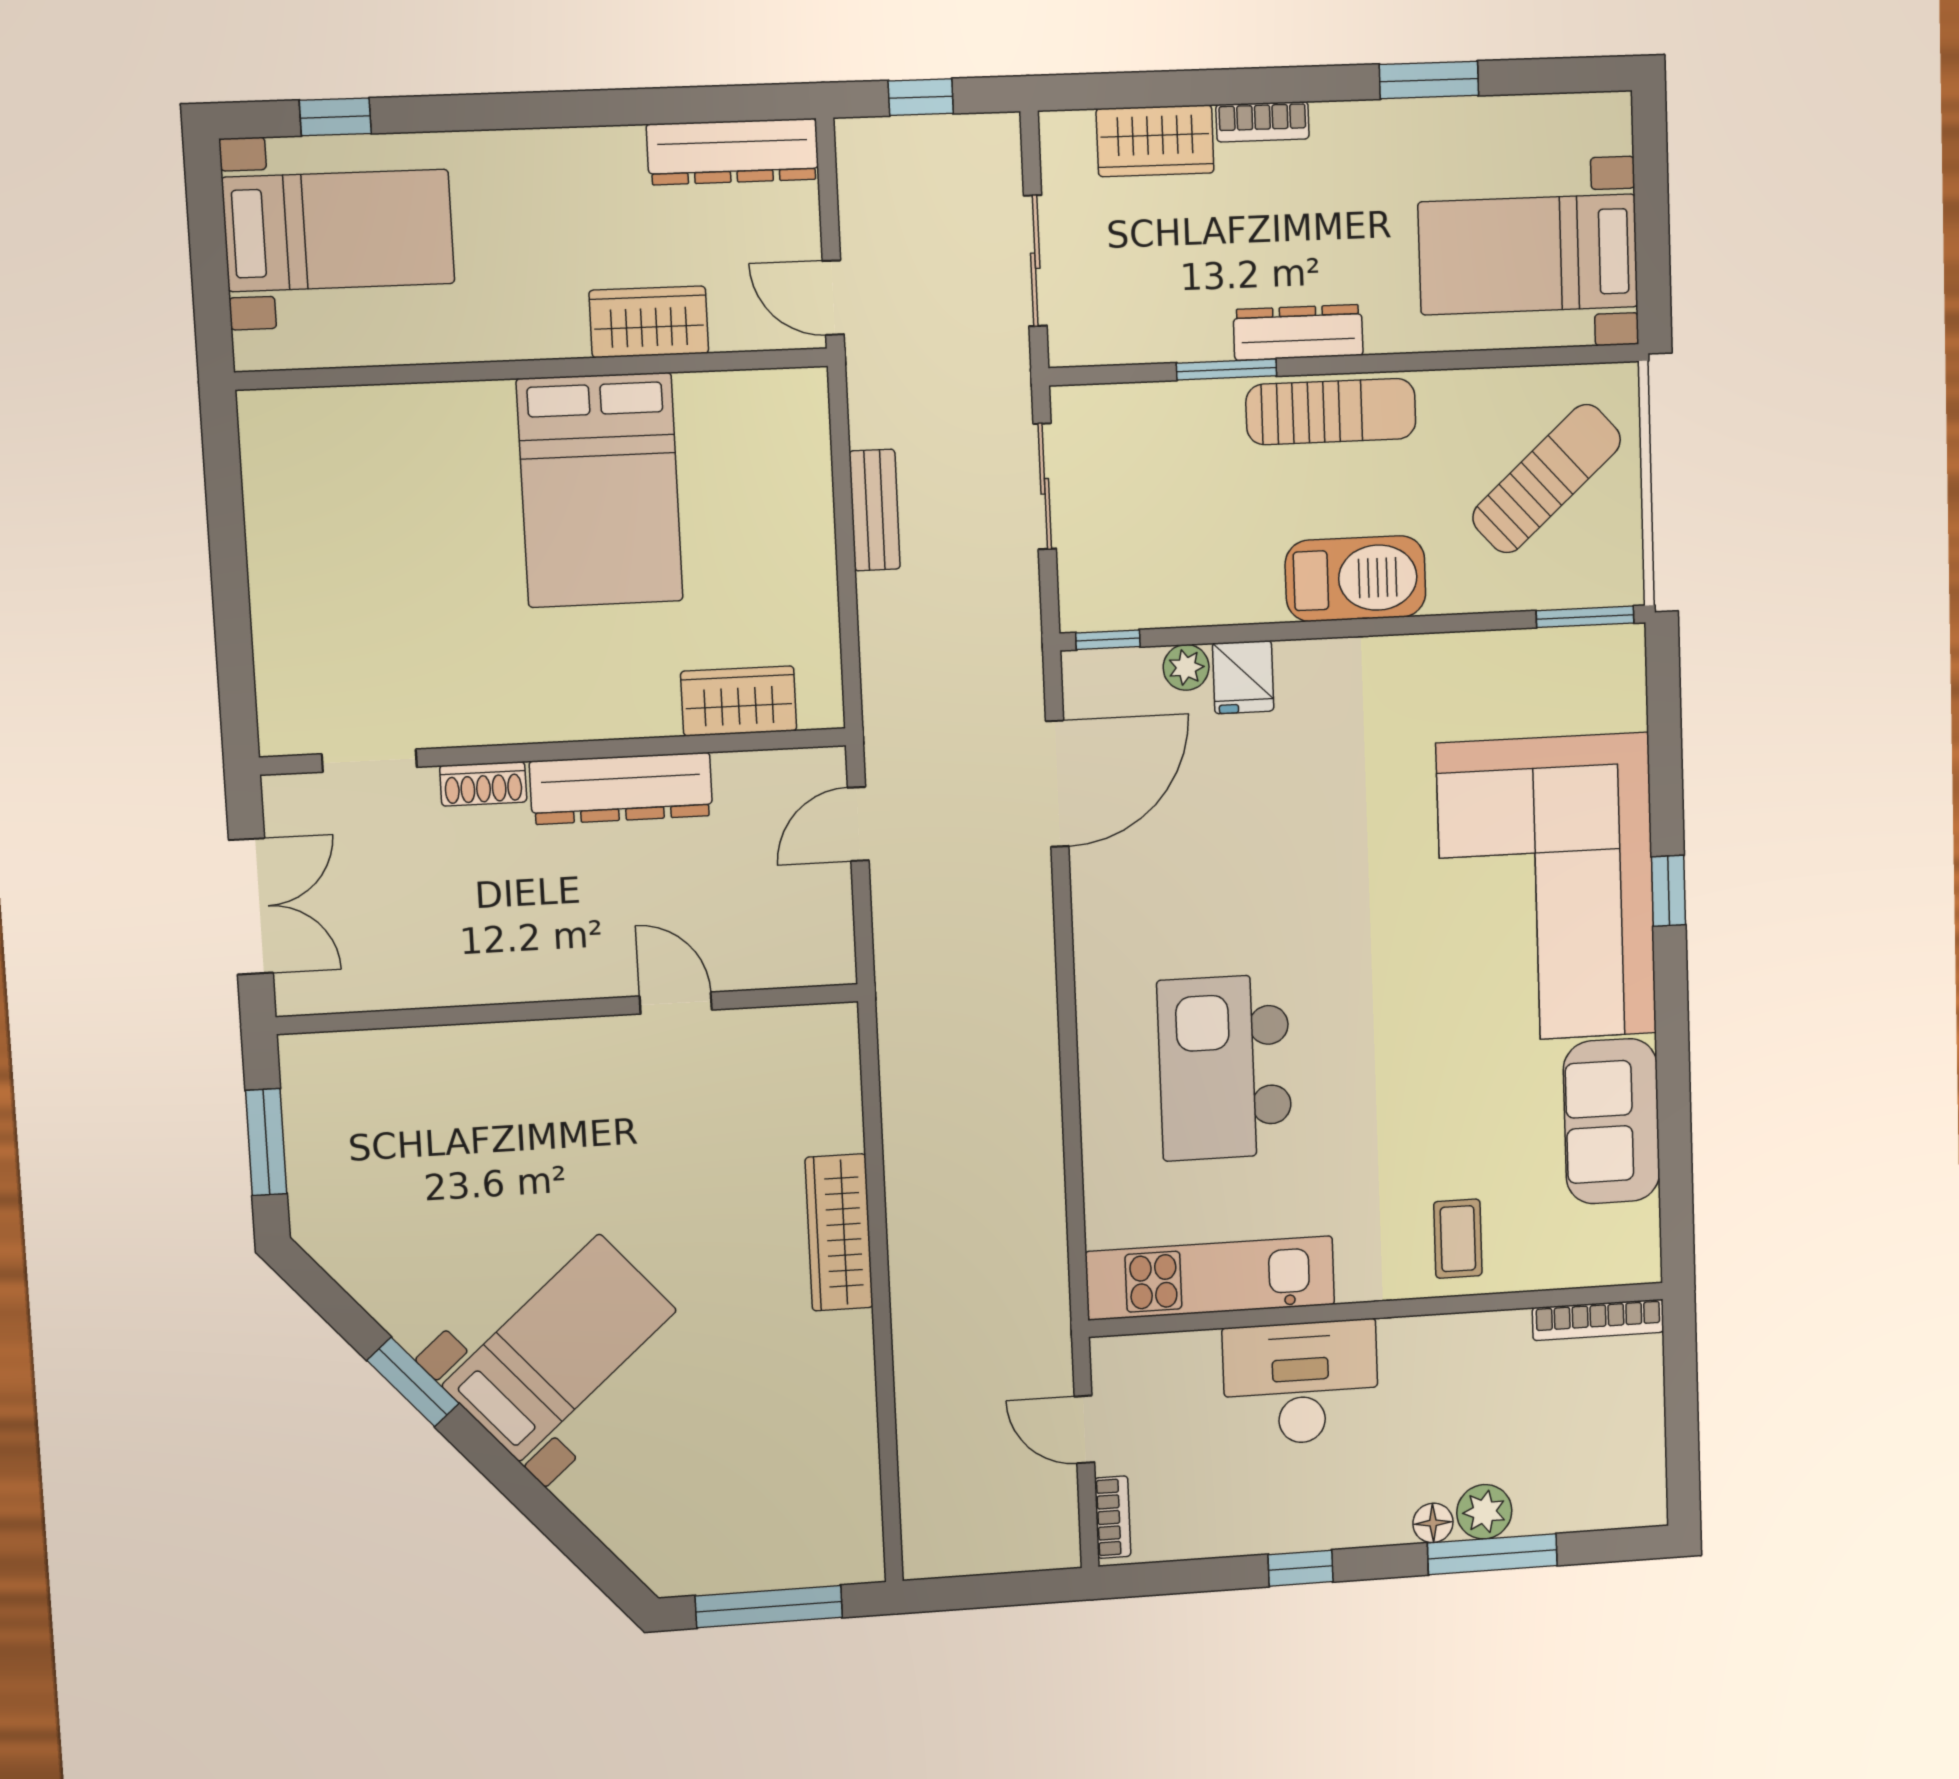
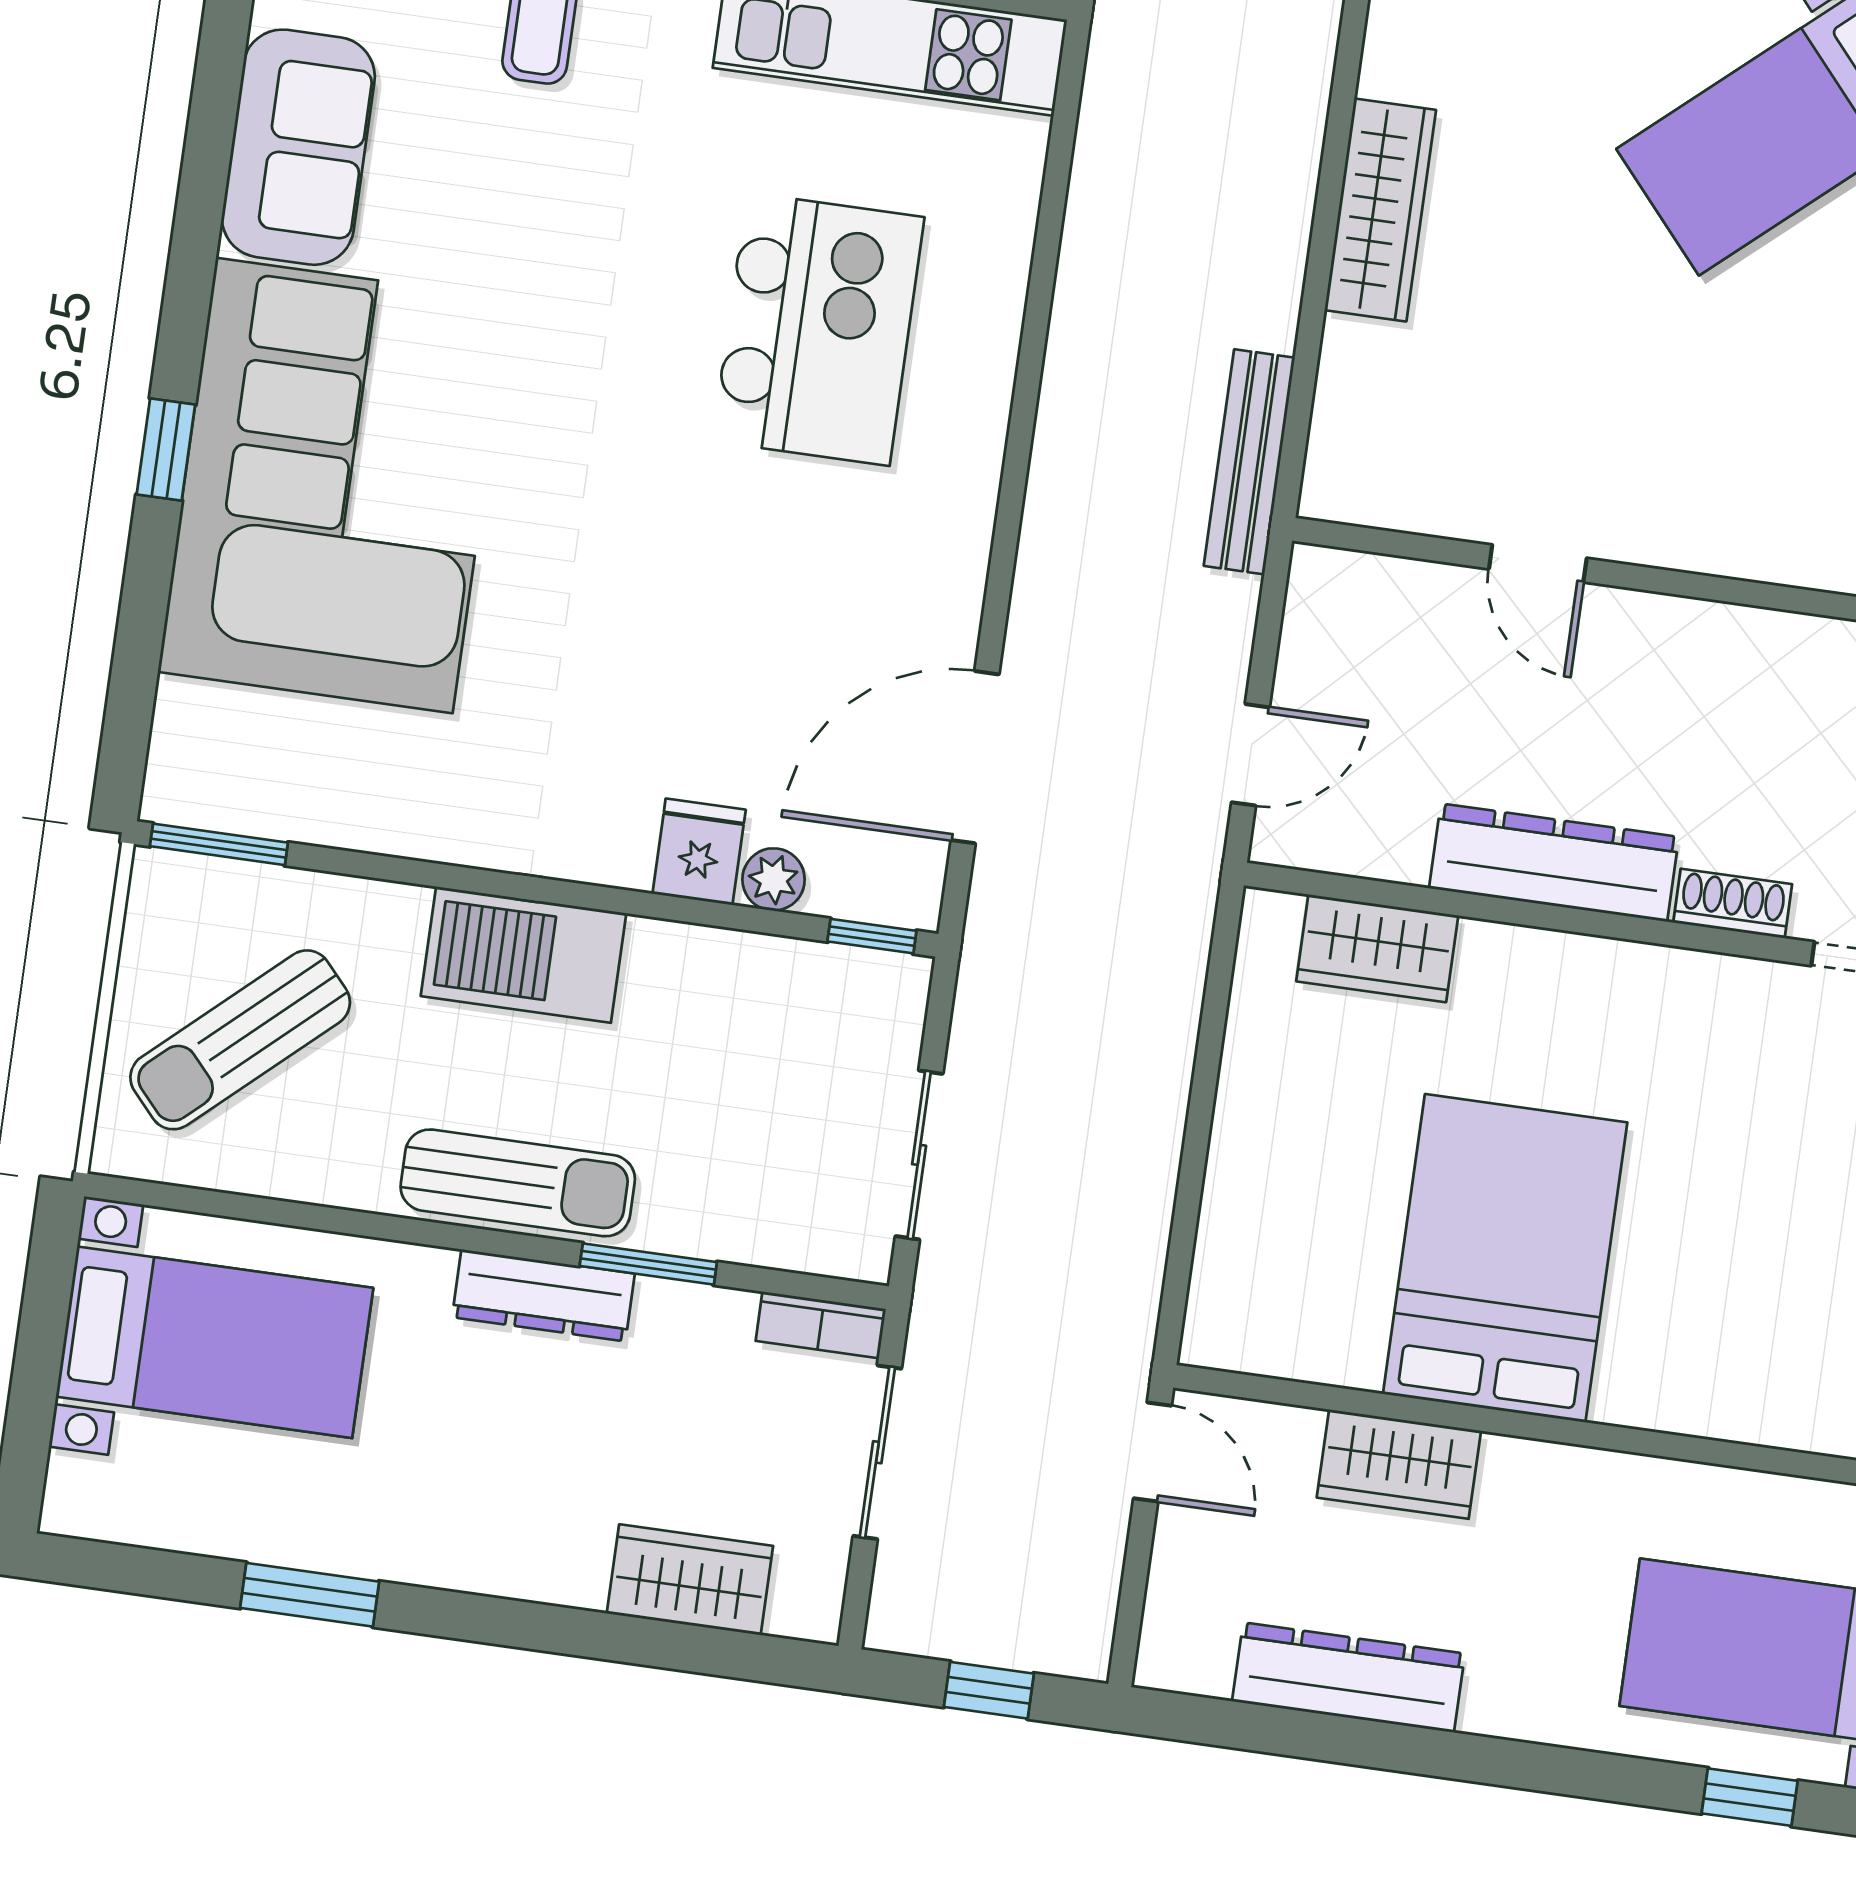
bookcase: (1263, 122) -> (821, 1325), moved, turned 180
dresser: (733, 152) -> (1348, 1677), moved
sun lounger: (1331, 412) -> (518, 1183), turned 180
bench: (875, 510) -> (1249, 462), moved, width x1.36

